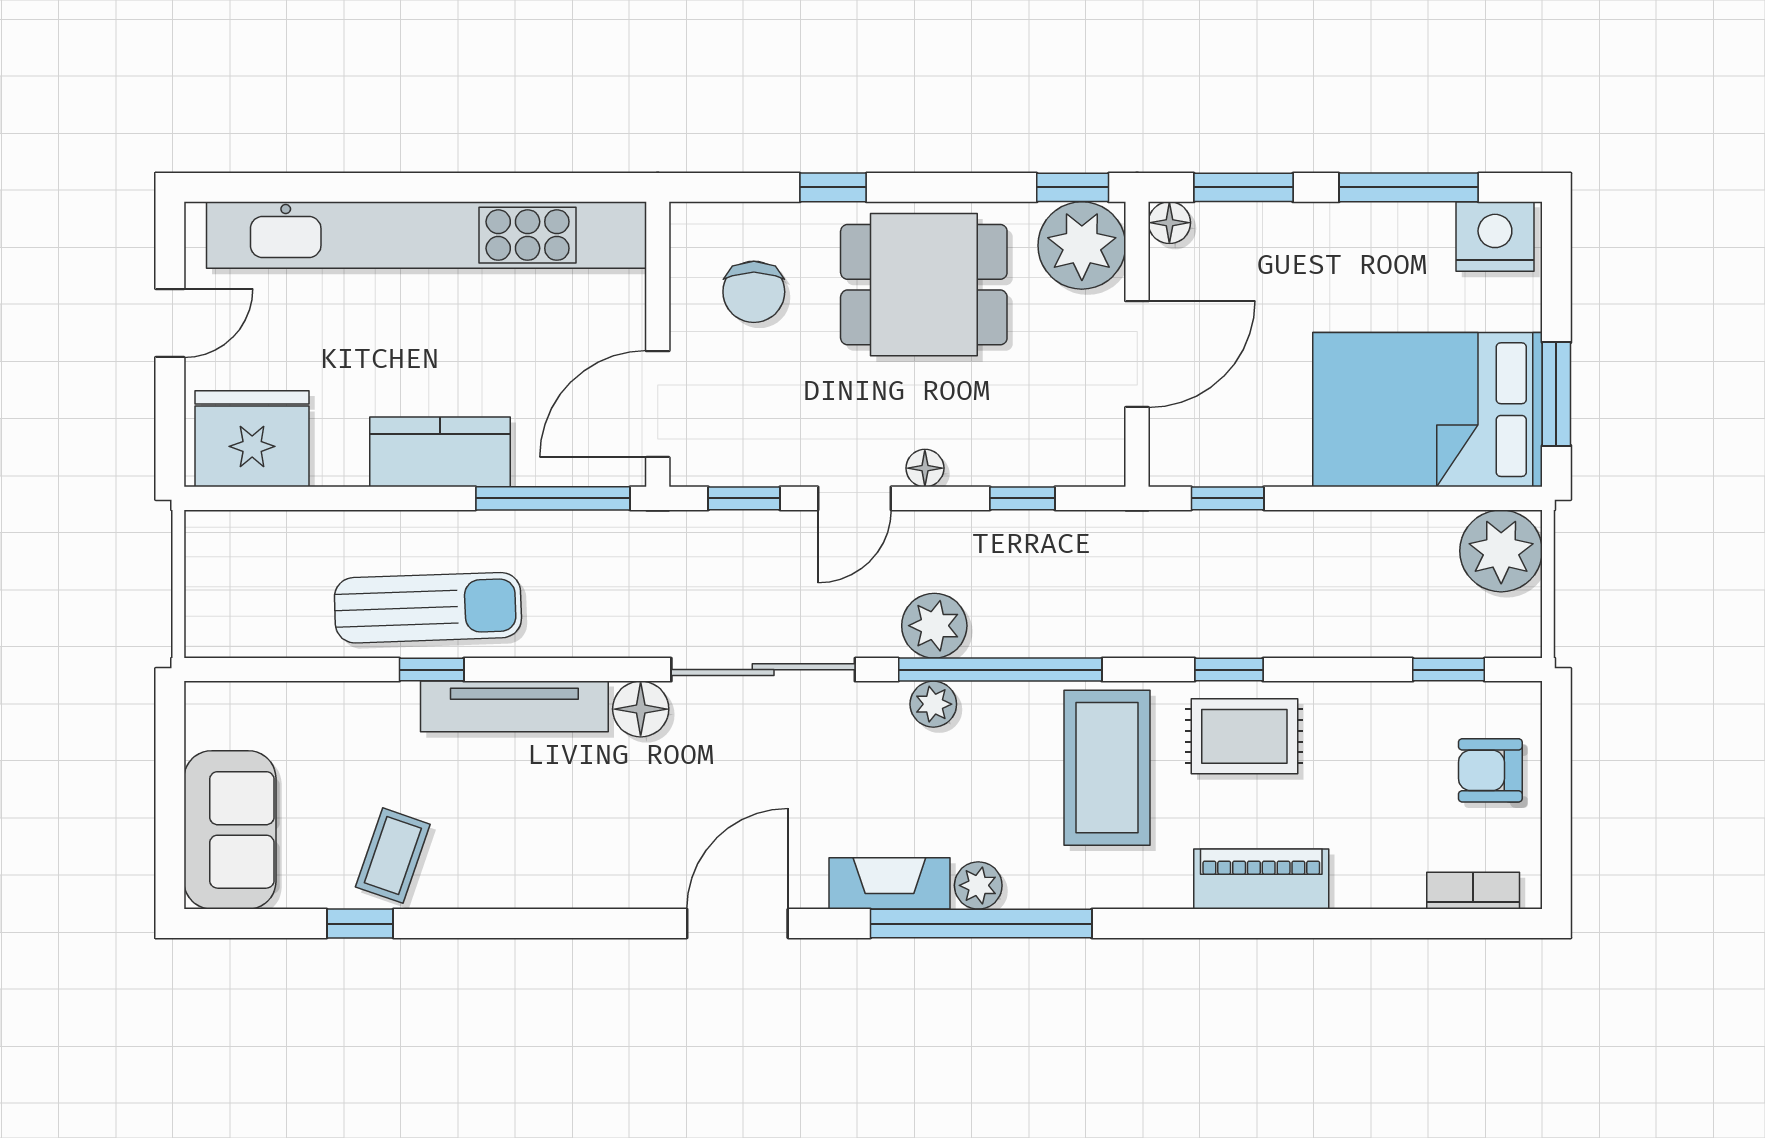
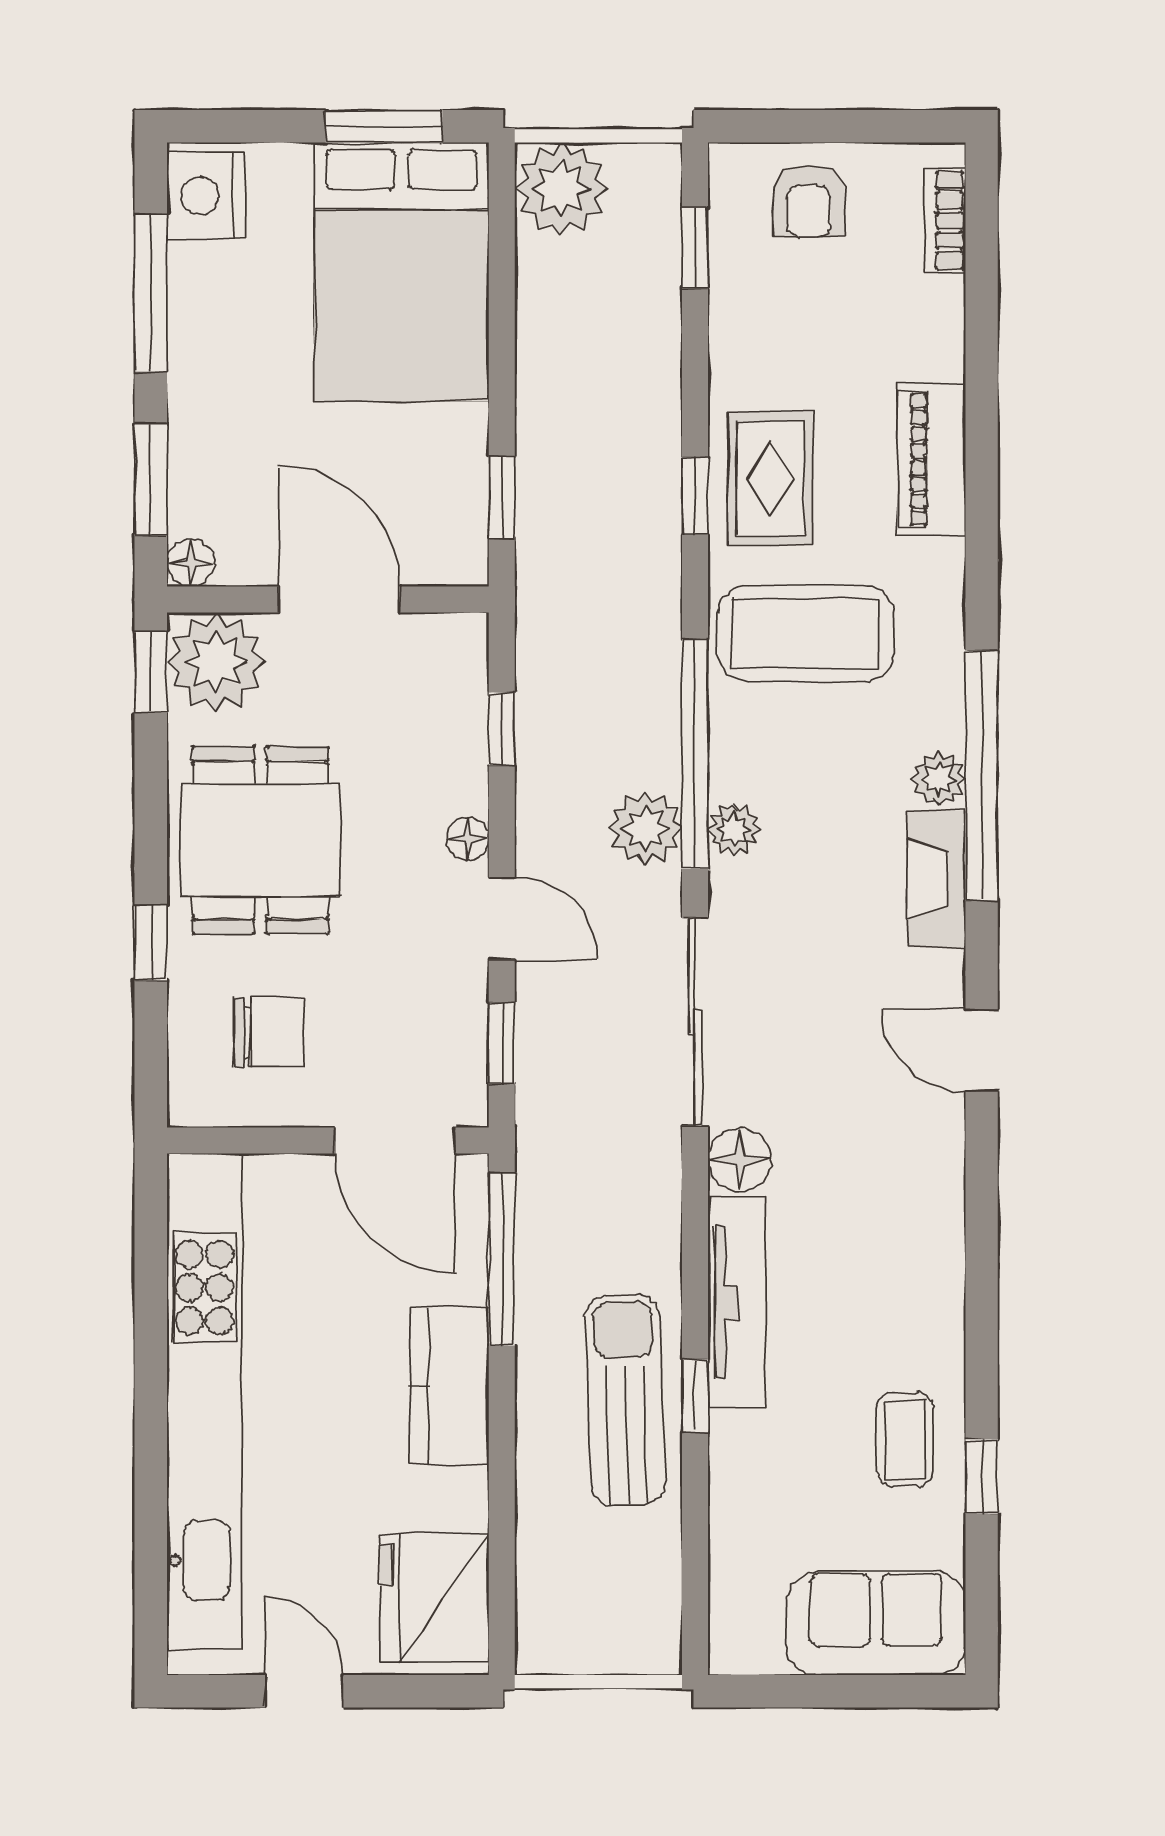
coffee table: (393, 856) -> (905, 1440), turned 71
door: (737, 924) -> (982, 1051), width x0.73

